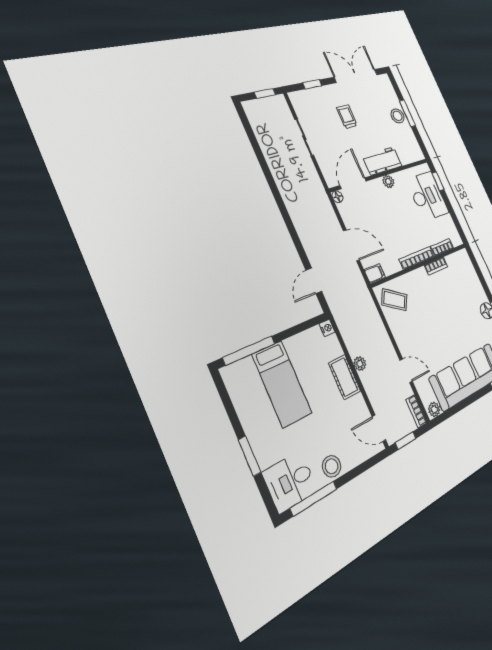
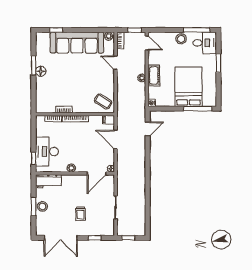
workbench: (382, 161) -> (48, 181), moved
bed: (282, 384) -> (188, 87), width x1.50

